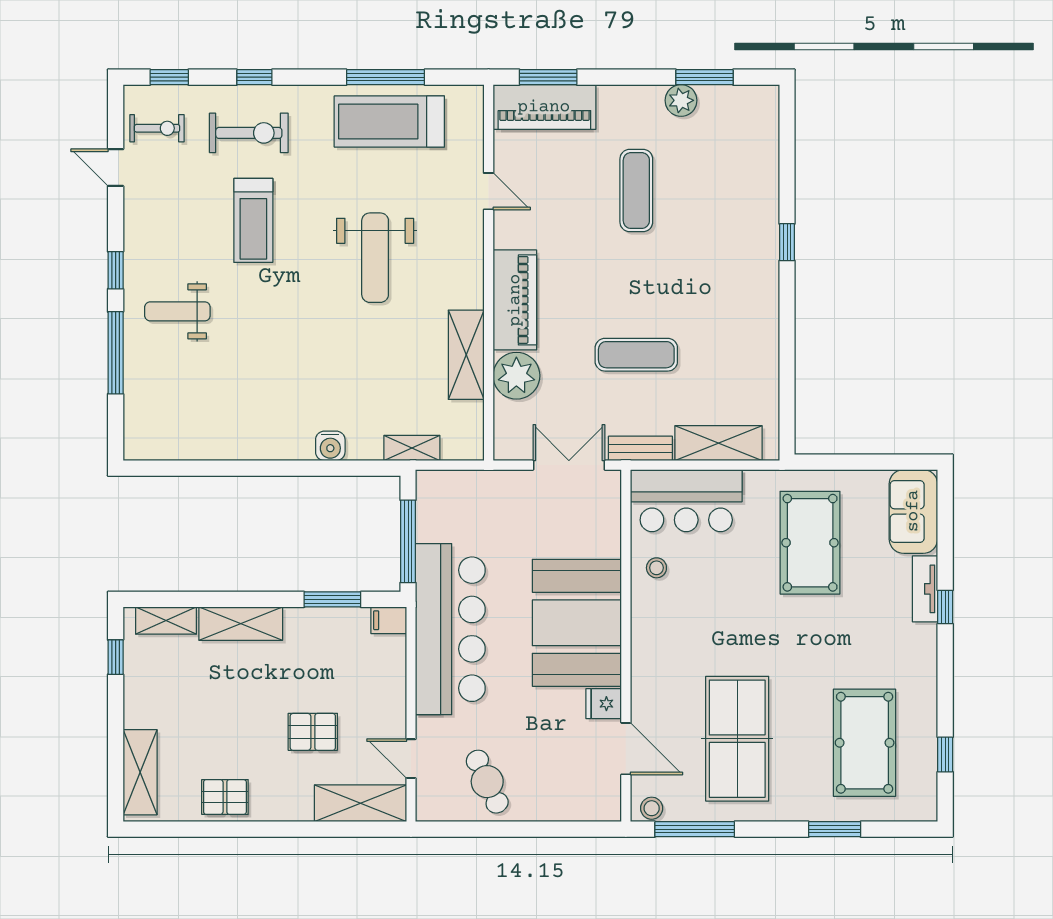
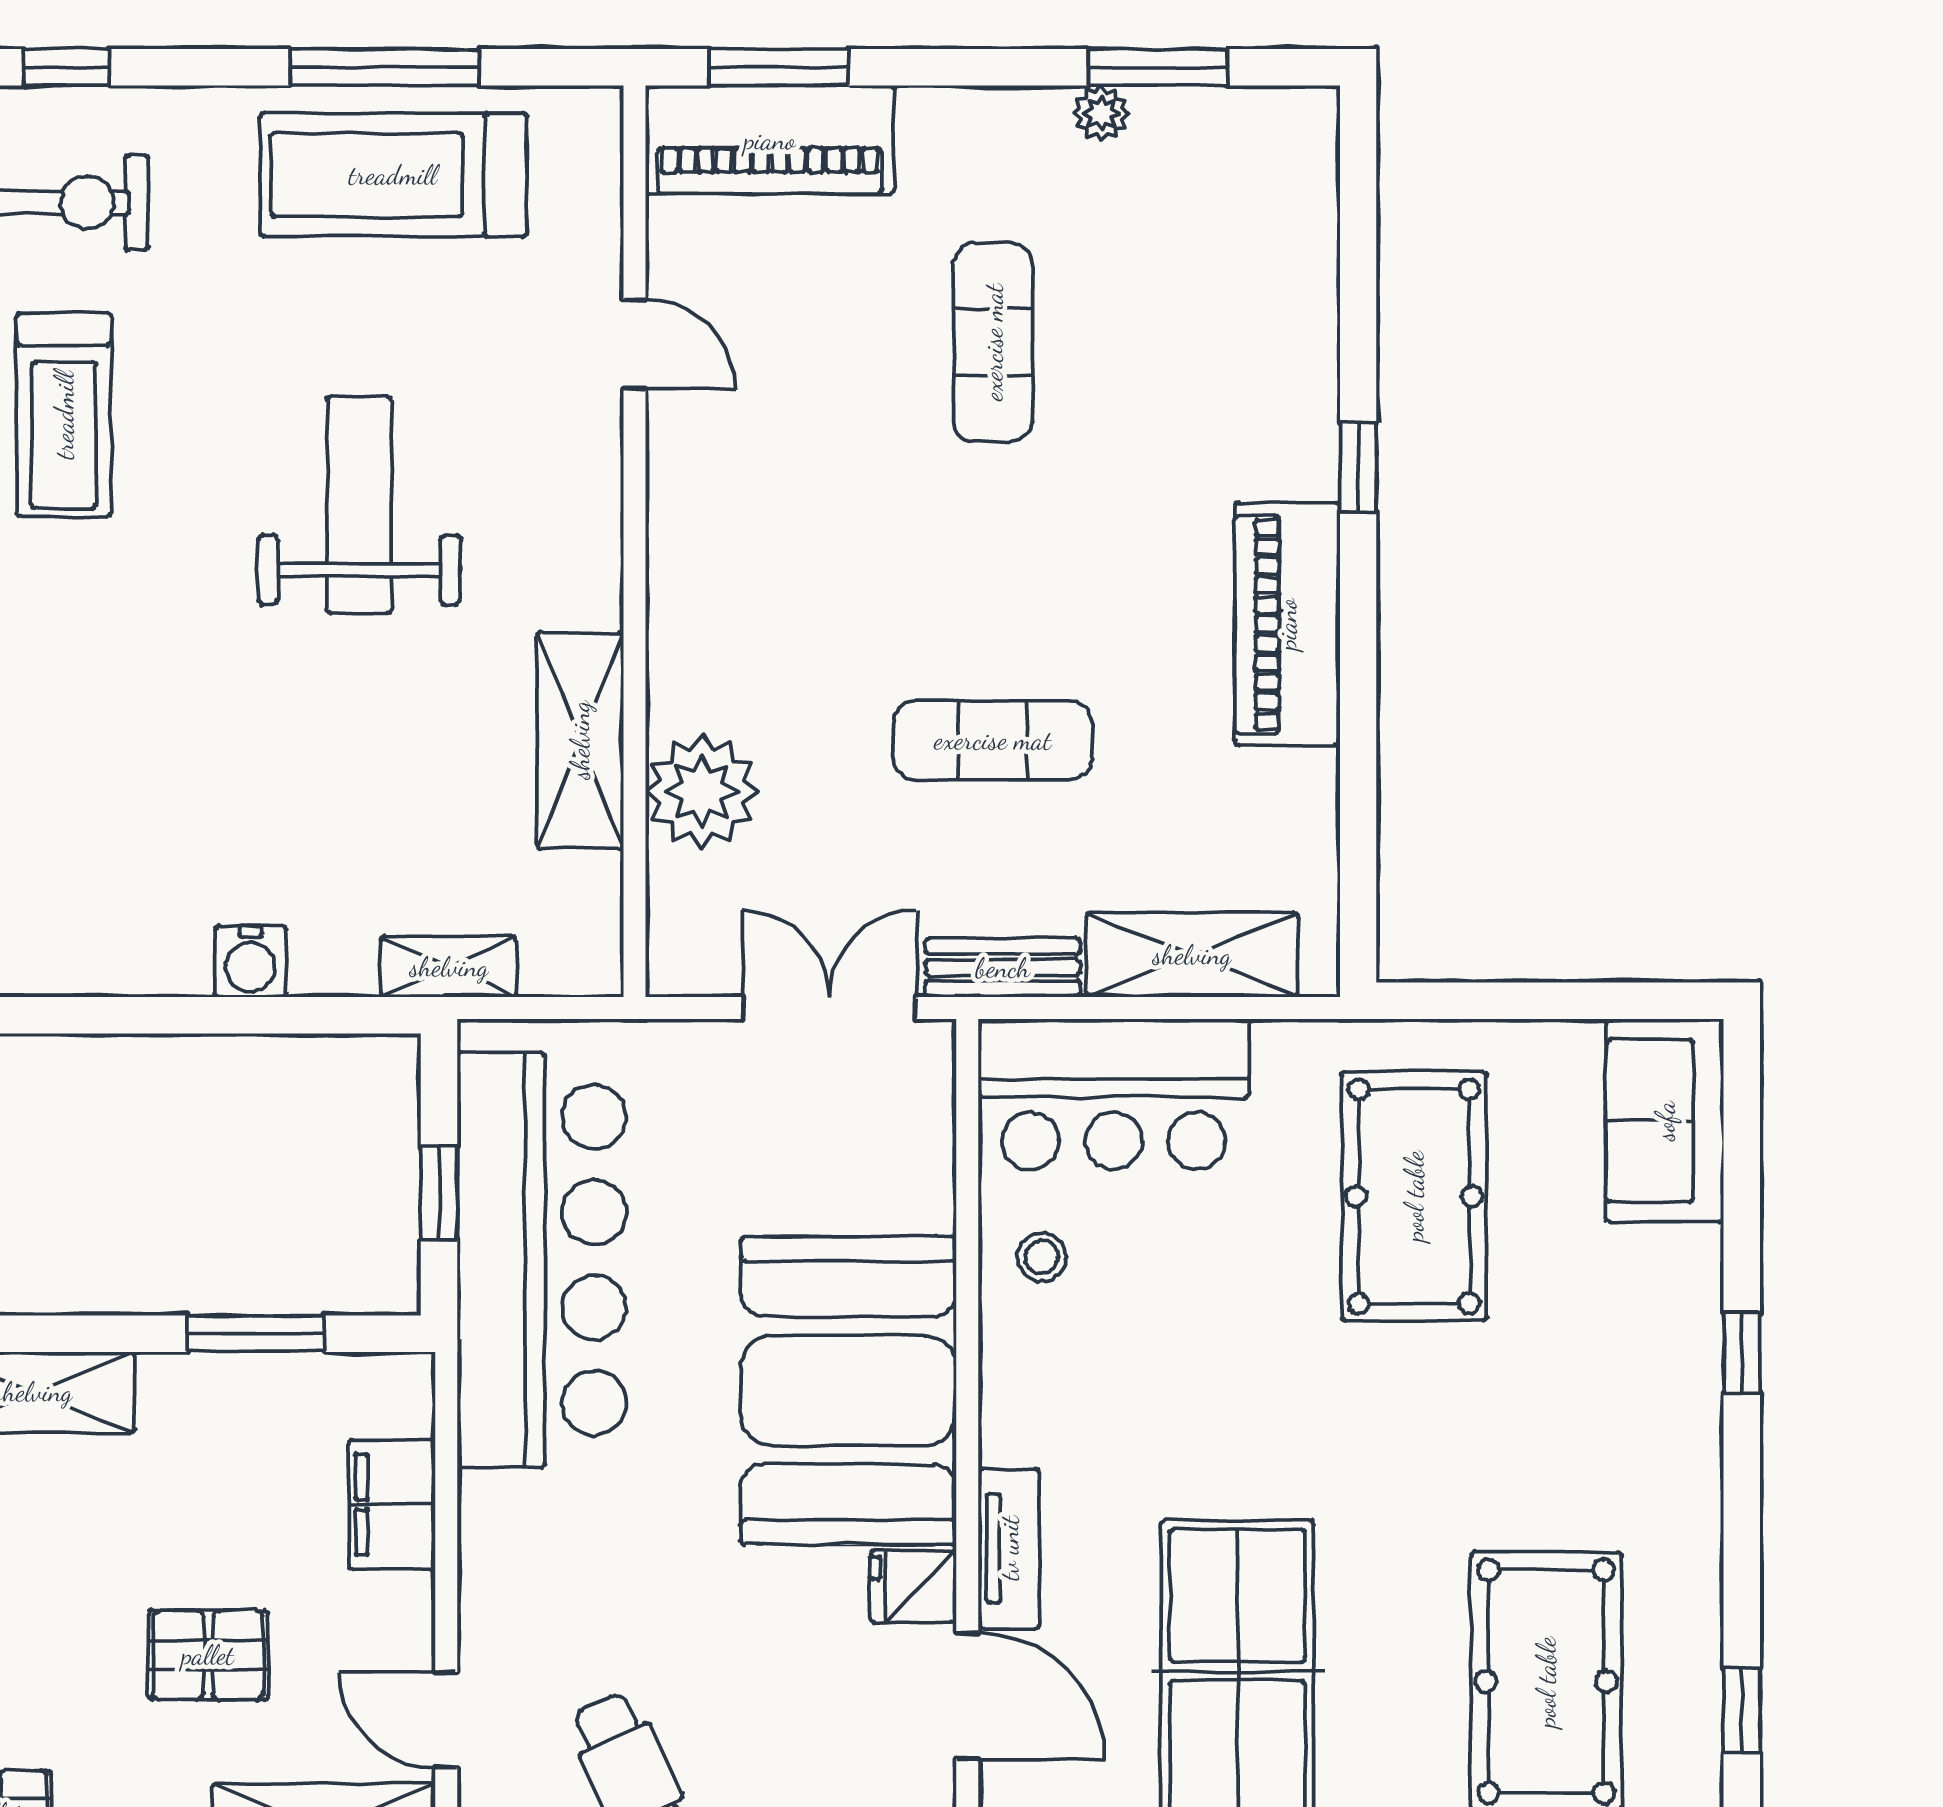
plant: (681, 100) -> (1101, 113), width x0.73, depth x0.73
weight bench: (375, 258) -> (359, 505), turned 180
piano: (515, 300) -> (1287, 624), moved, turned 180
window: (408, 541) -> (439, 1193), width x0.46
tv unit: (925, 589) -> (1009, 1548), moved, turned 180
filing cabinet: (389, 620) -> (392, 1504), moved, width x2.00
bar counter: (450, 629) -> (542, 1260), moved

